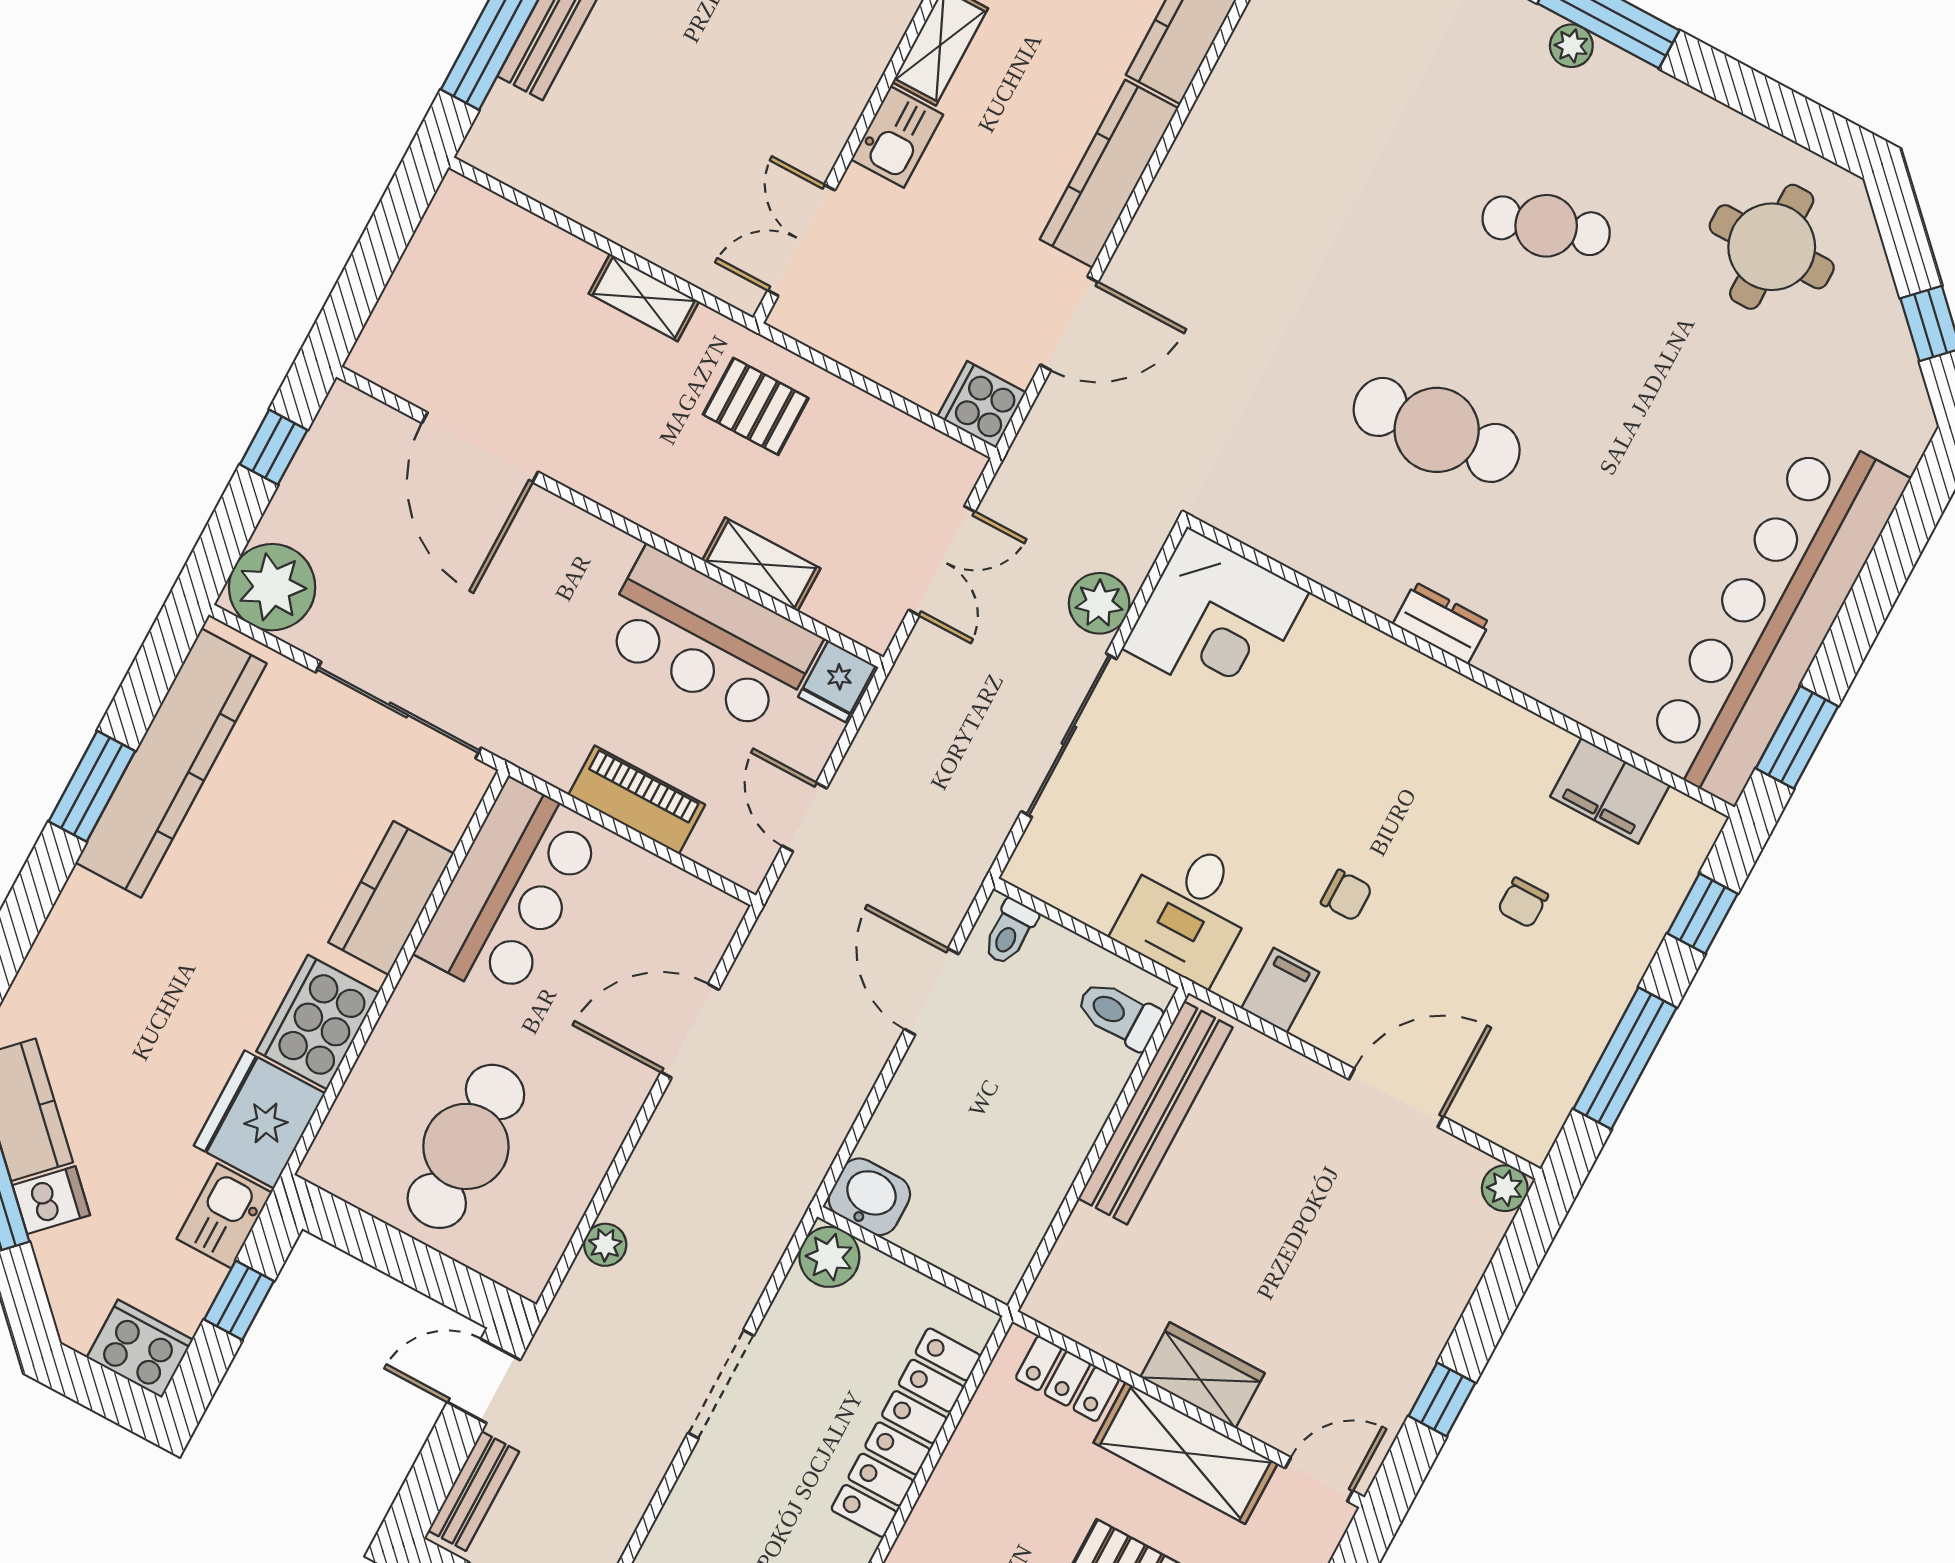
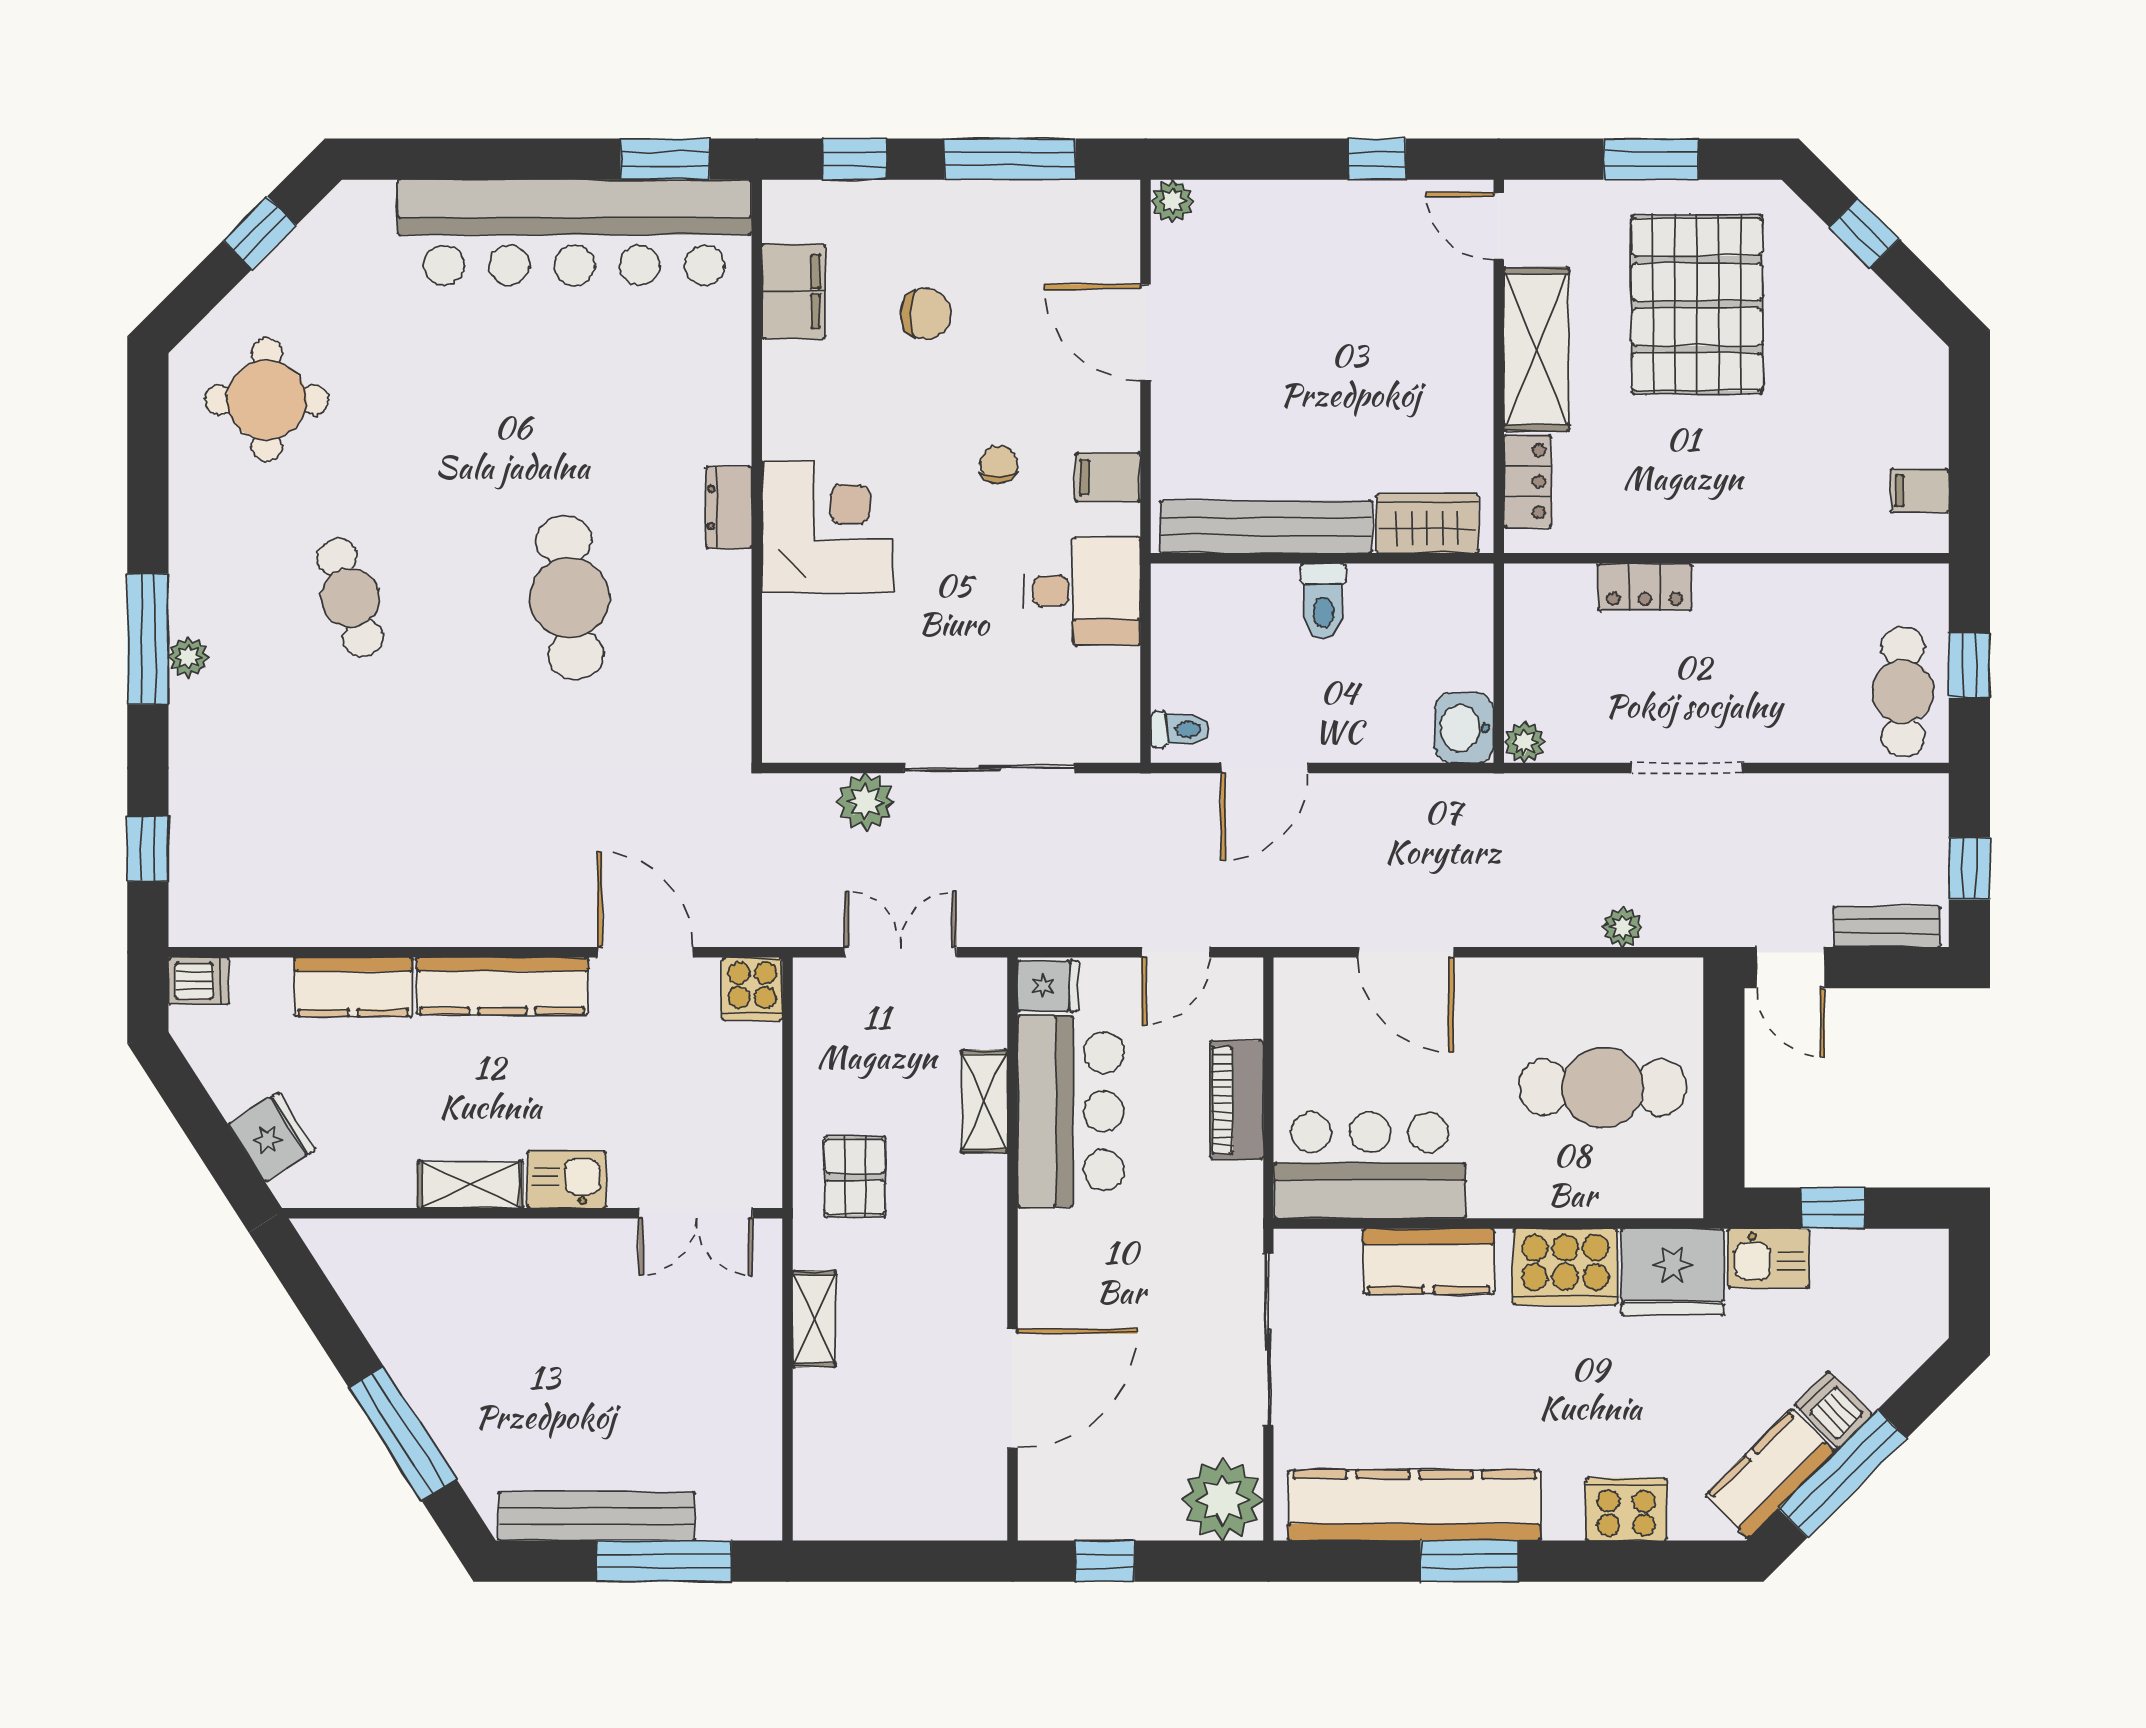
corner desk: (1216, 620) -> (828, 527), moved
chair: (1523, 903) -> (926, 314), width x1.37, depth x1.37
toilet: (1119, 1014) -> (1323, 601), moved
plant: (829, 1257) -> (1524, 742), width x0.73, depth x0.73
cooker: (140, 1349) -> (1626, 1509), moved, turned 90
wardrobe: (1202, 1375) -> (1427, 523), moved, turned 90
locker: (906, 1433) -> (1645, 587), width x0.46, depth x0.83

